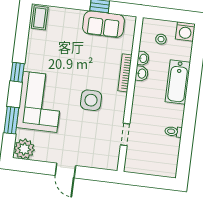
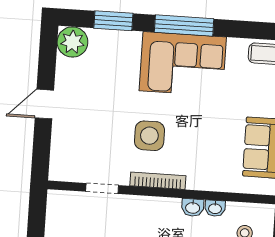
window: (17, 72) -> (184, 25), width x2.17
bookcase: (125, 73) -> (158, 181), moved
corner sofa: (40, 102) -> (183, 64), moved

